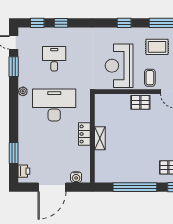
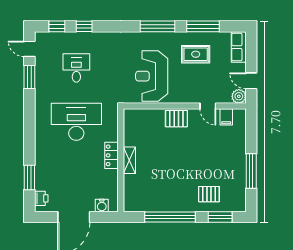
window: (124, 23) -> (158, 26), width x2.17
coffee table: (150, 78) -> (187, 90), removed
plant: (23, 91) -> (40, 106), removed

